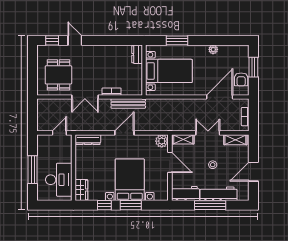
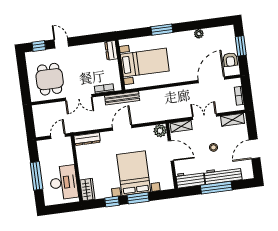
dresser: (137, 54) -> (111, 50), moved
wall: (144, 70) -> (120, 65), moved
bed with nightstands: (169, 71) -> (145, 63), moved

